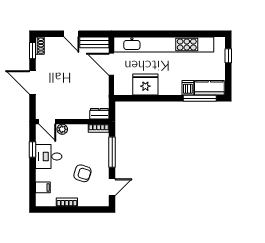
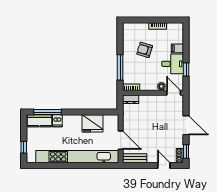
door: (71, 34) -> (164, 165), moved
filing cabinet: (43, 187) -> (177, 48), moved
door: (112, 187) -> (120, 38), removed

